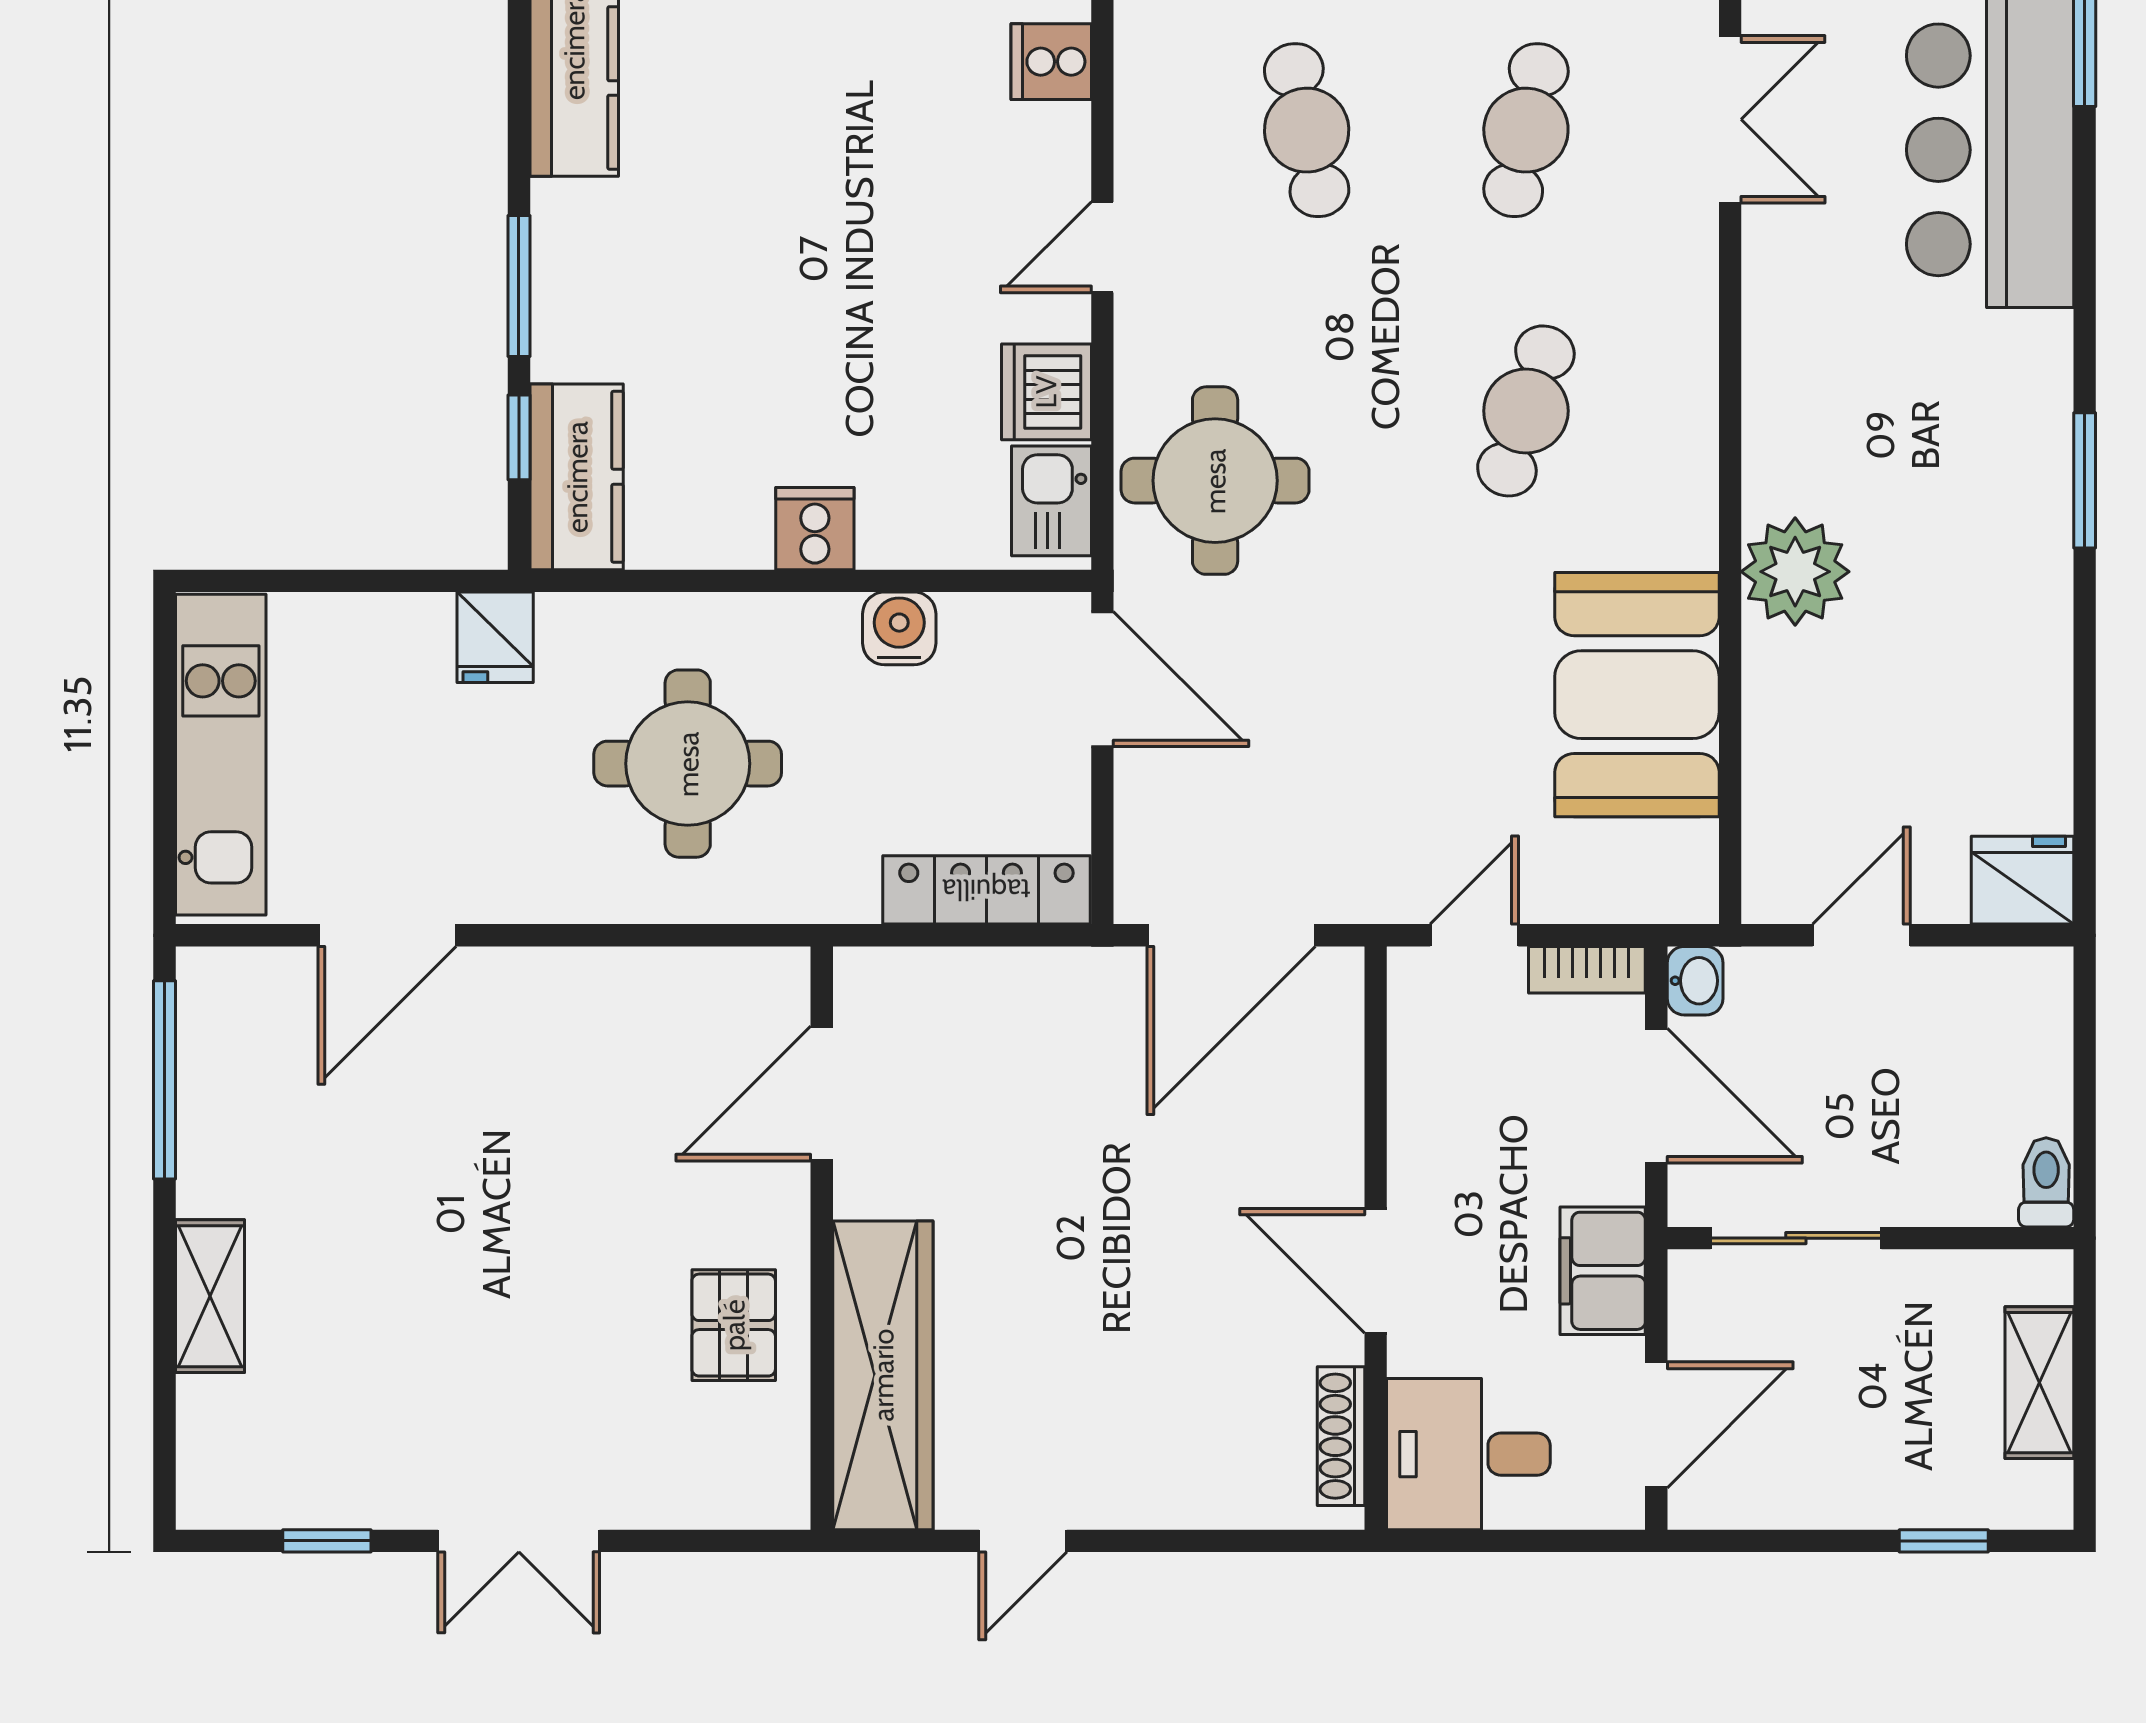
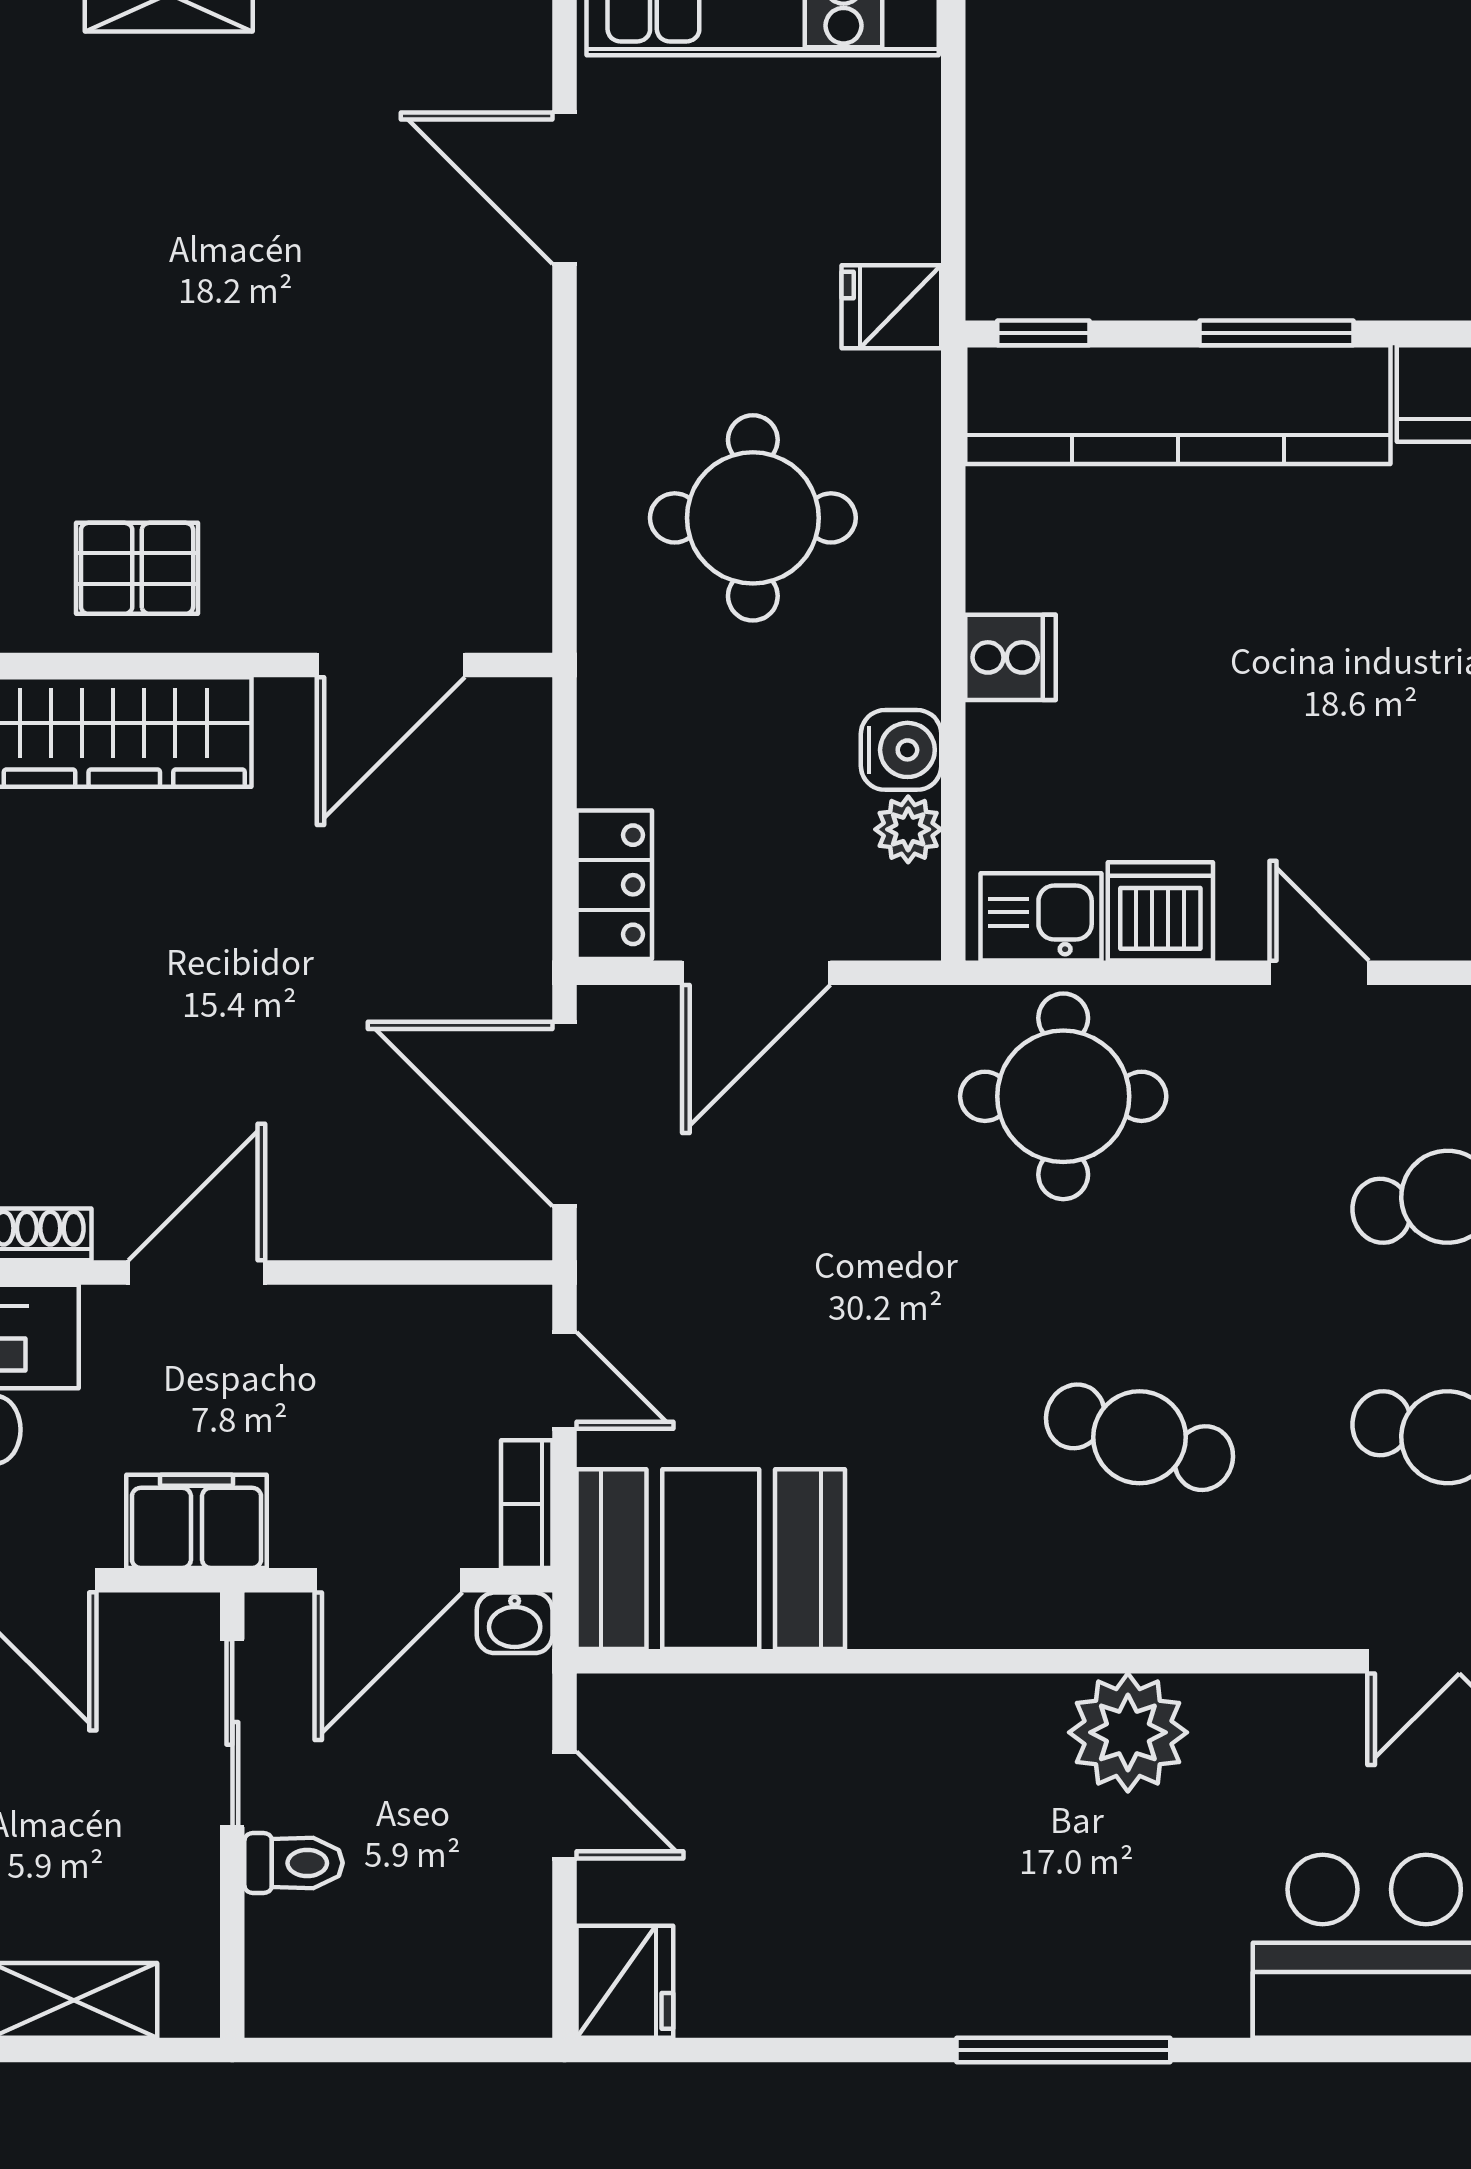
window: (519, 437) -> (1043, 333), moved
kitchen counter: (577, 477) -> (1178, 405), width x2.08, depth x1.17
window: (2085, 480) -> (1063, 2050), width x1.44
plant: (1795, 572) -> (1128, 1732), moved
plant: (972, 622) -> (908, 829), added
door: (1102, 679) -> (756, 973), moved
booth: (1637, 695) -> (711, 1559), moved
locker: (986, 890) -> (614, 885), width x0.66
door: (822, 1094) -> (391, 665), swing flipped
toilet: (2046, 1182) -> (294, 1863), moved

